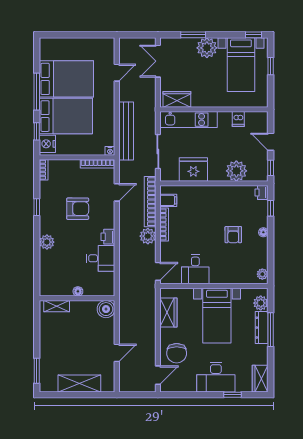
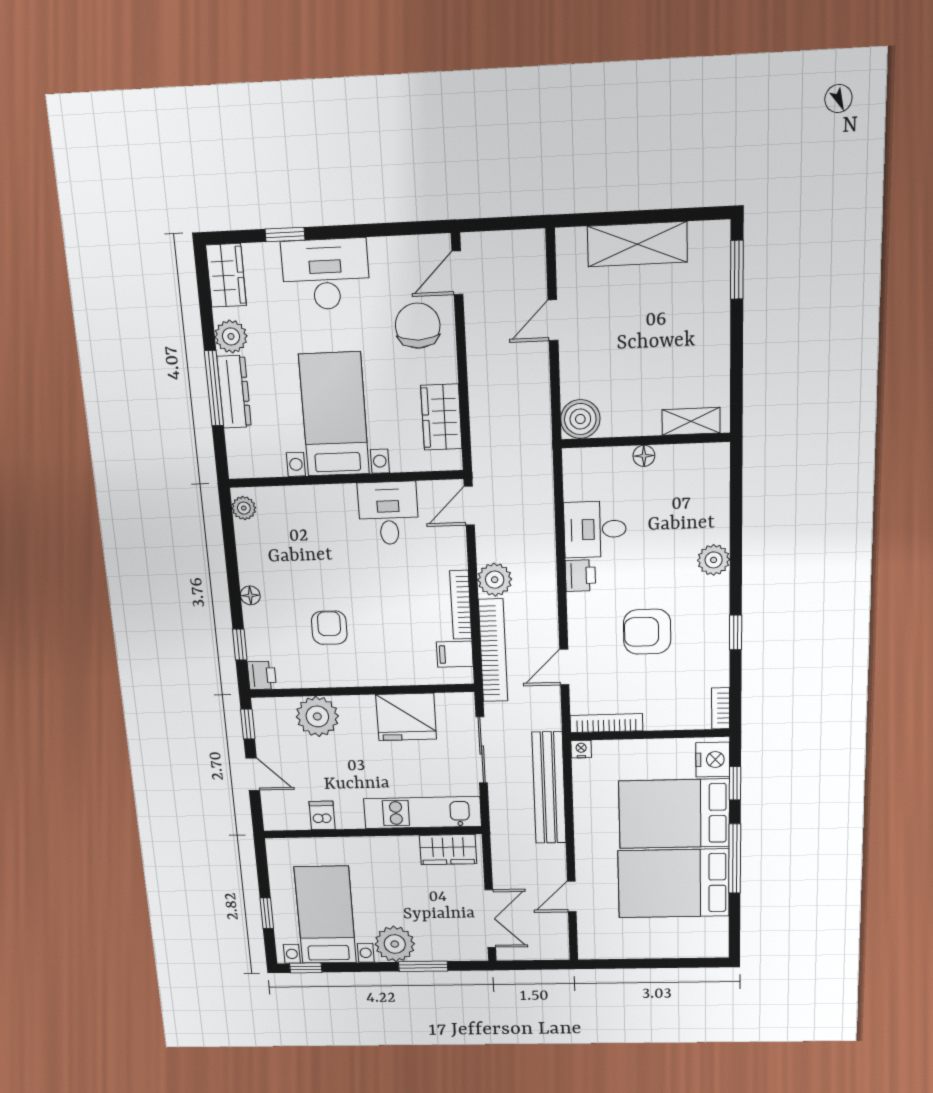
armchair: (233, 235) -> (329, 628), moved
plant: (261, 303) -> (231, 336), moved

